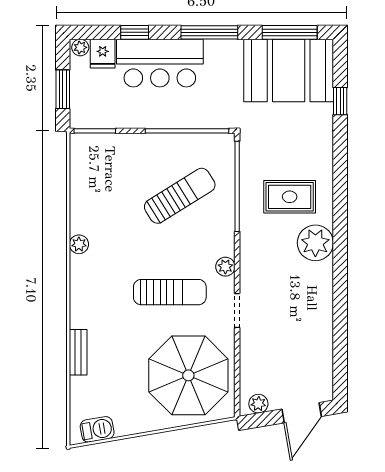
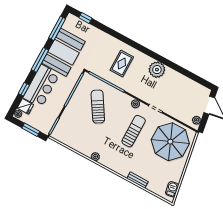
booth: (289, 70) -> (63, 52), moved
window: (340, 101) -> (85, 18), moved
plant: (315, 243) -> (157, 70), moved

